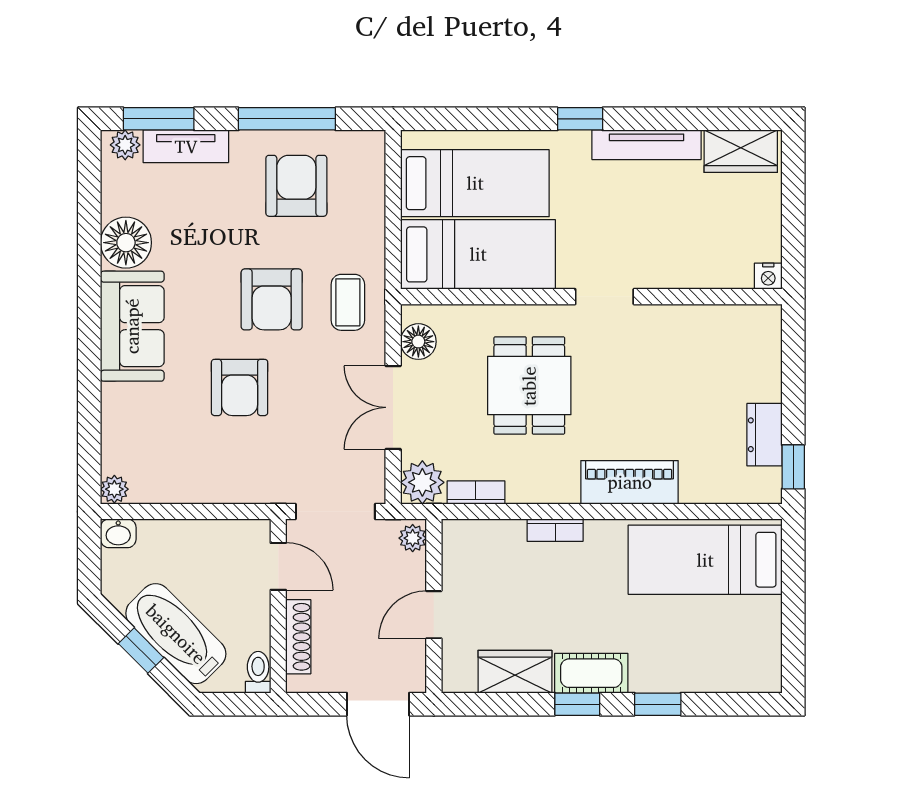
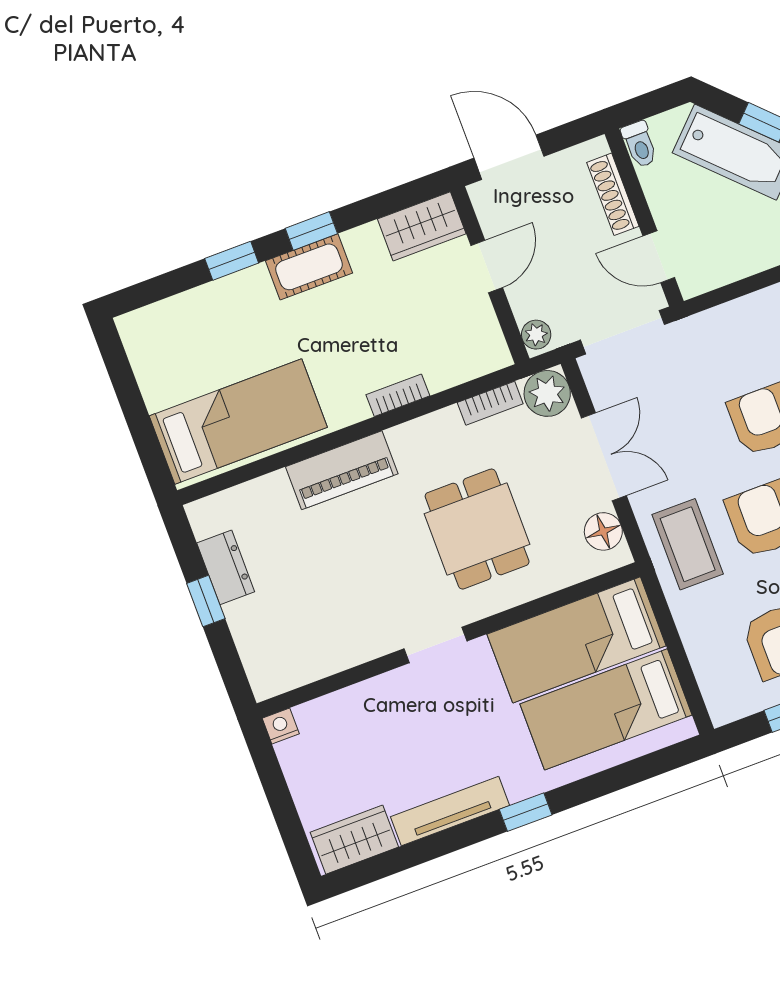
coffee table: (348, 302) -> (688, 544), width x1.36, depth x1.30
window: (793, 467) -> (206, 601), moved
wardrobe: (515, 672) -> (422, 226), moved

